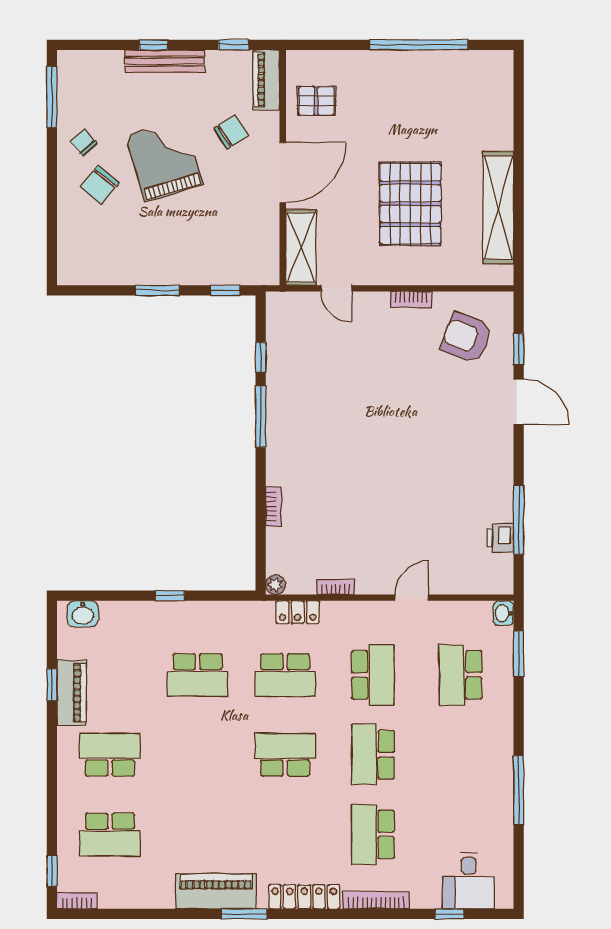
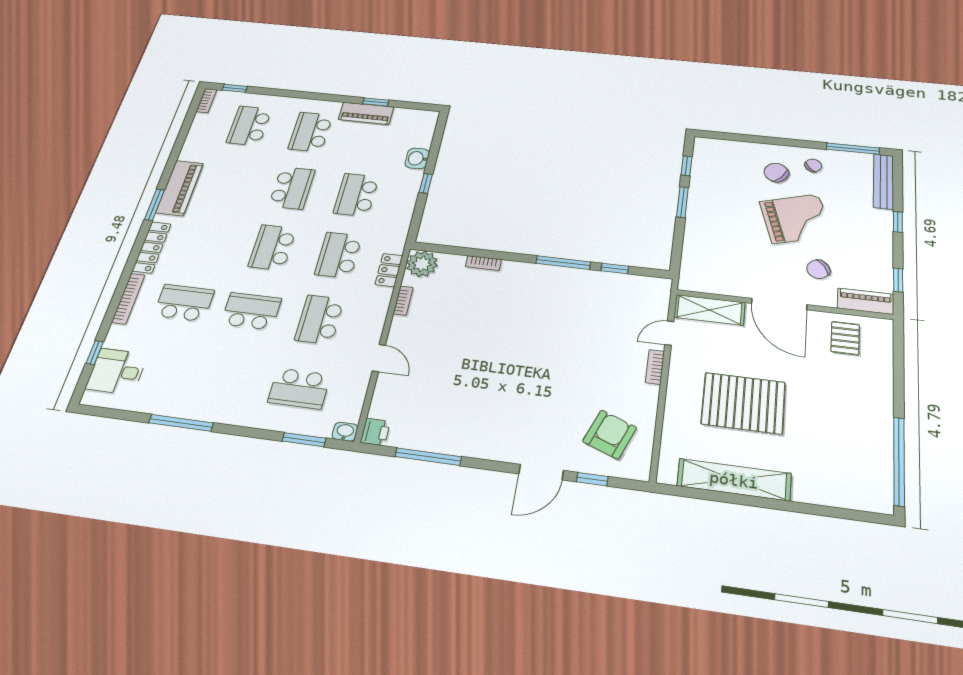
window: (418, 45) -> (899, 461), moved
bench: (165, 61) -> (883, 181), moved
chair: (231, 132) -> (818, 269), turned 87
window: (225, 290) -> (687, 166), moved
bookcase: (411, 300) -> (655, 367), moved
printer: (500, 538) -> (375, 432), moved, turned 90
plant: (275, 585) -> (422, 264), width x1.87, depth x1.87
washbasin: (83, 614) -> (417, 158), moved
school desk: (373, 675) -> (319, 319), turned 90
school desk: (461, 675) -> (299, 389), turned 180
school desk: (110, 755) -> (311, 132), turned 180
school desk: (198, 755) -> (292, 188), added
school desk: (285, 755) -> (272, 247), turned 180

